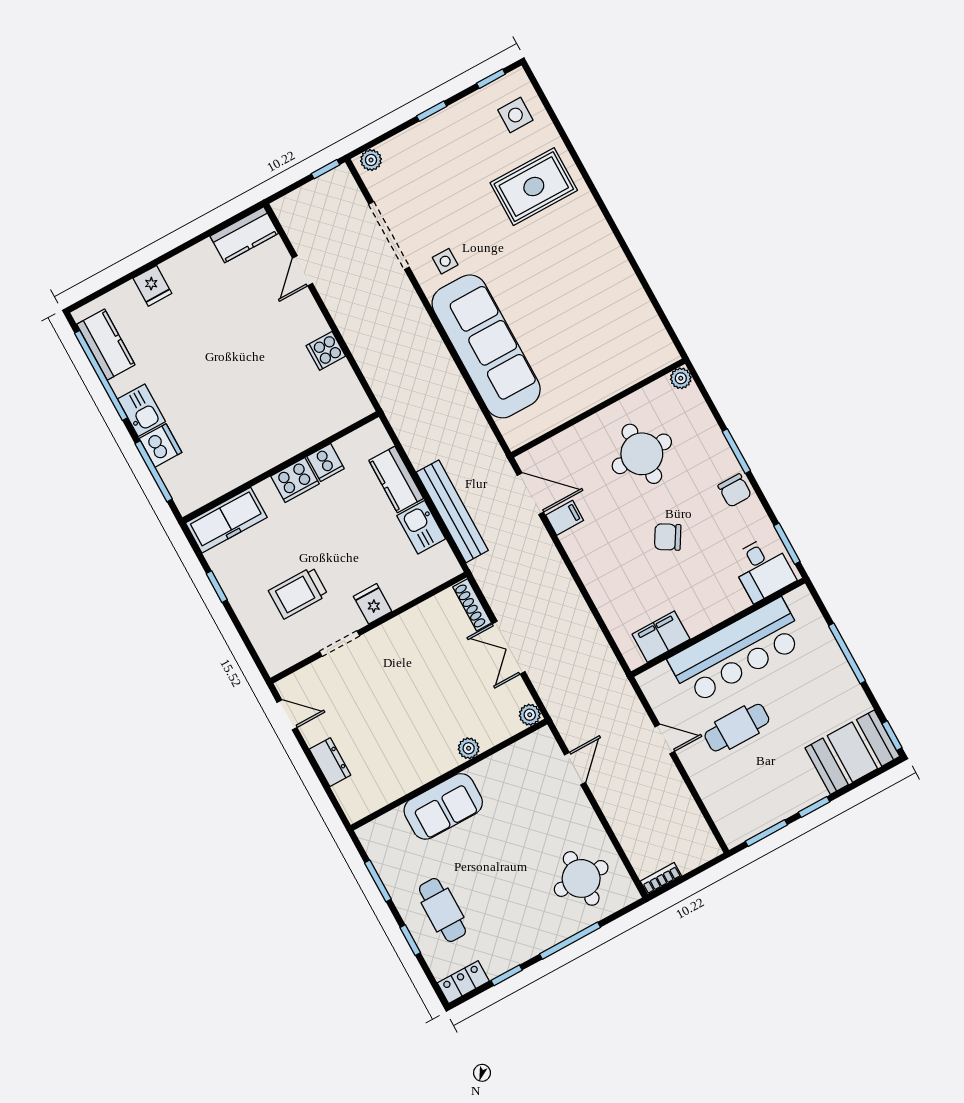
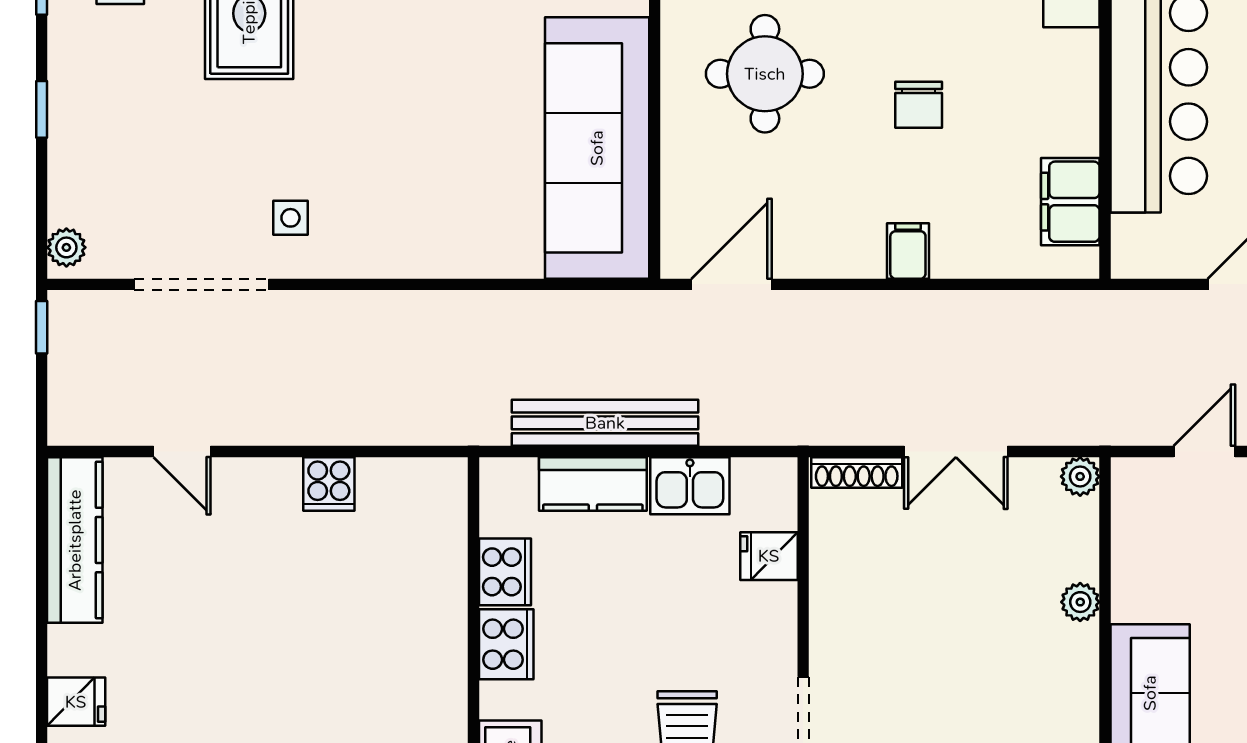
kitchen counter: (244, 235) -> (75, 540), width x1.50
sofa: (486, 346) -> (597, 148), moved, turned -90
cooker: (326, 462) -> (505, 572), width x1.36
bench: (452, 511) -> (605, 423), moved
filing cabinet: (565, 518) -> (908, 251), moved
chair: (668, 537) -> (919, 105), turned -31
fridge: (373, 604) -> (769, 556), moved
door: (575, 769) -> (1204, 452), hinge flipped

